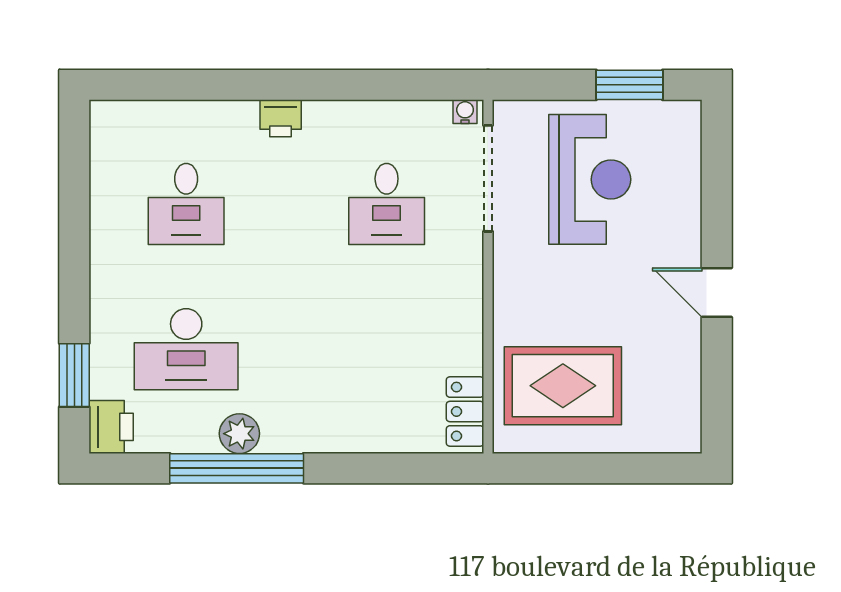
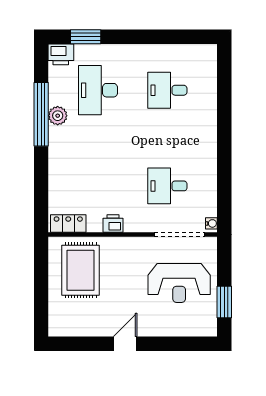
printer: (281, 118) -> (113, 223), moved, turned 90

